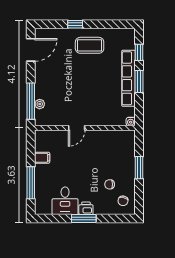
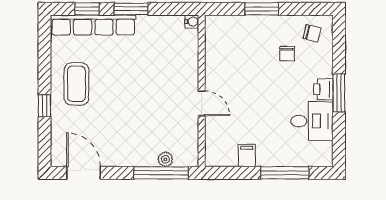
row of seats: (128, 78) -> (93, 25), moved

